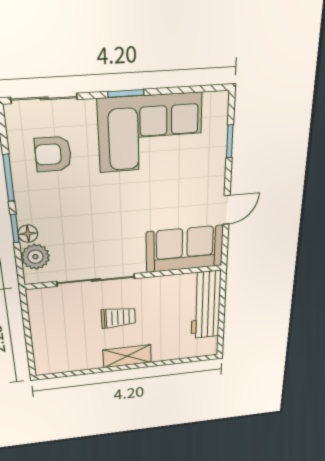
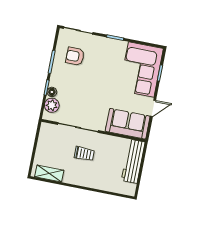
corner sofa: (150, 133) -> (141, 69), moved, turned 90
shelving: (127, 356) -> (49, 174), moved

